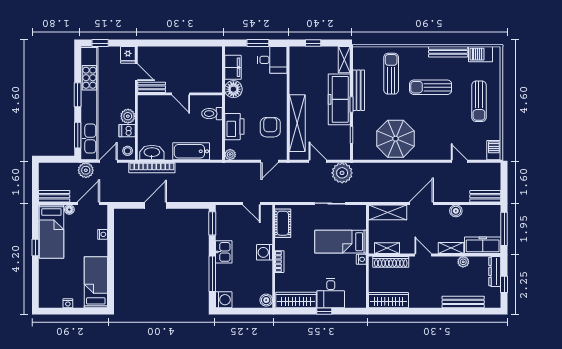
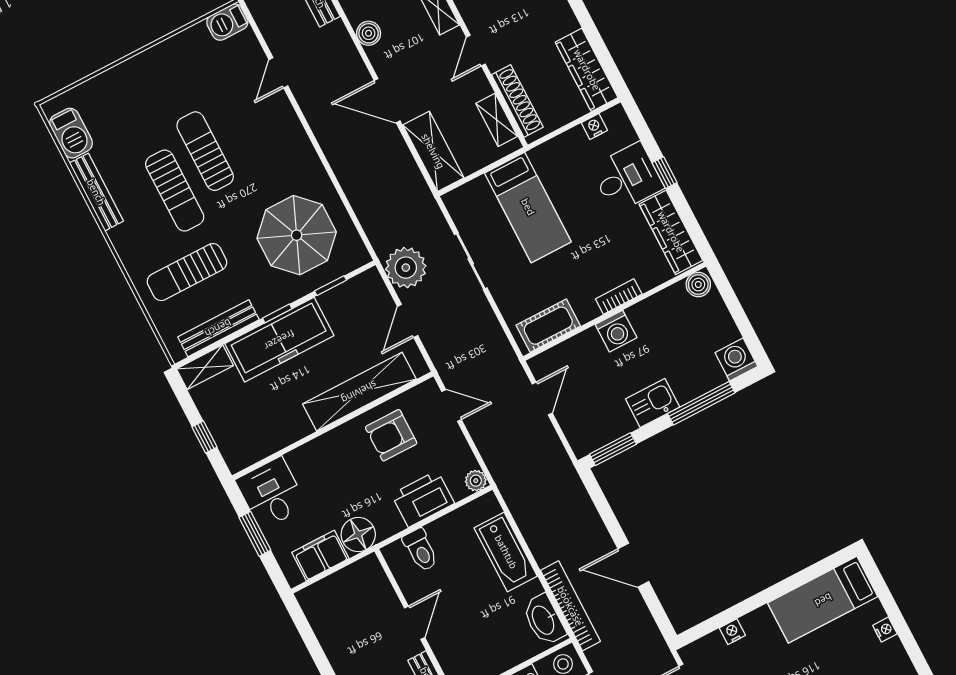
bench: (359, 90) -> (218, 328), moved
sun lounger: (479, 101) -> (205, 151), moved, turned -90
parasol: (396, 139) -> (297, 235), moved
nightstand: (361, 259) -> (594, 127), moved

